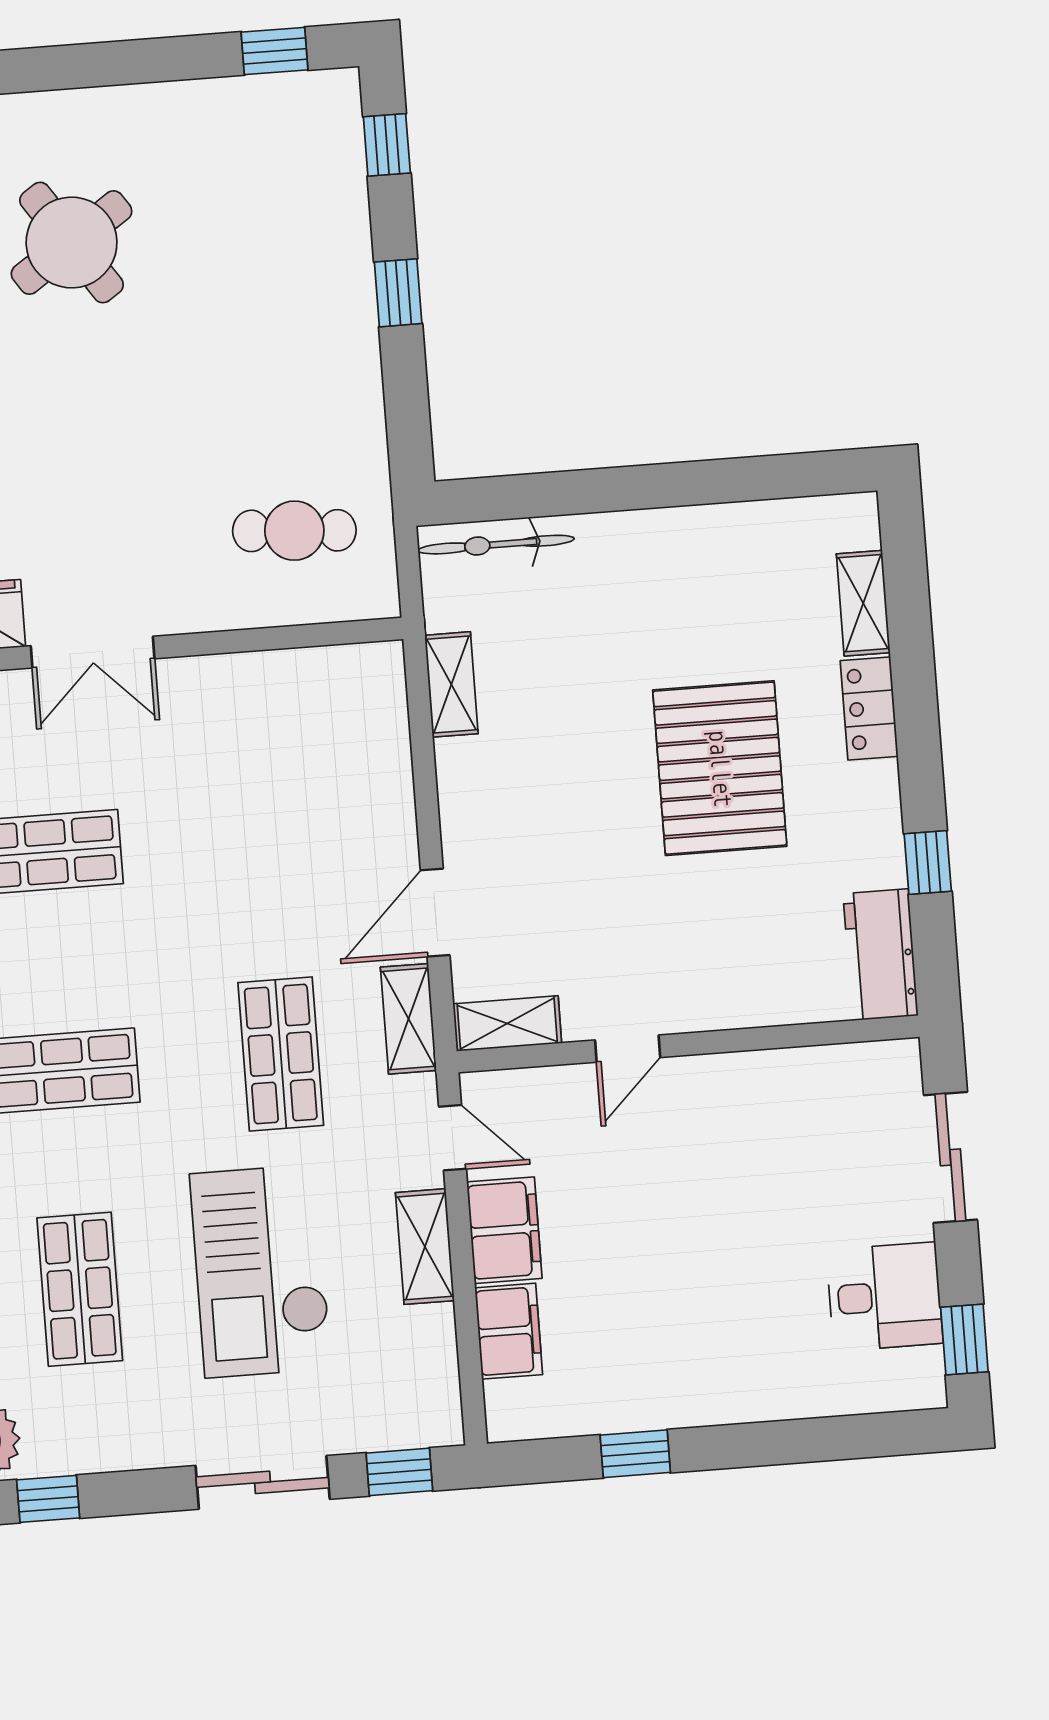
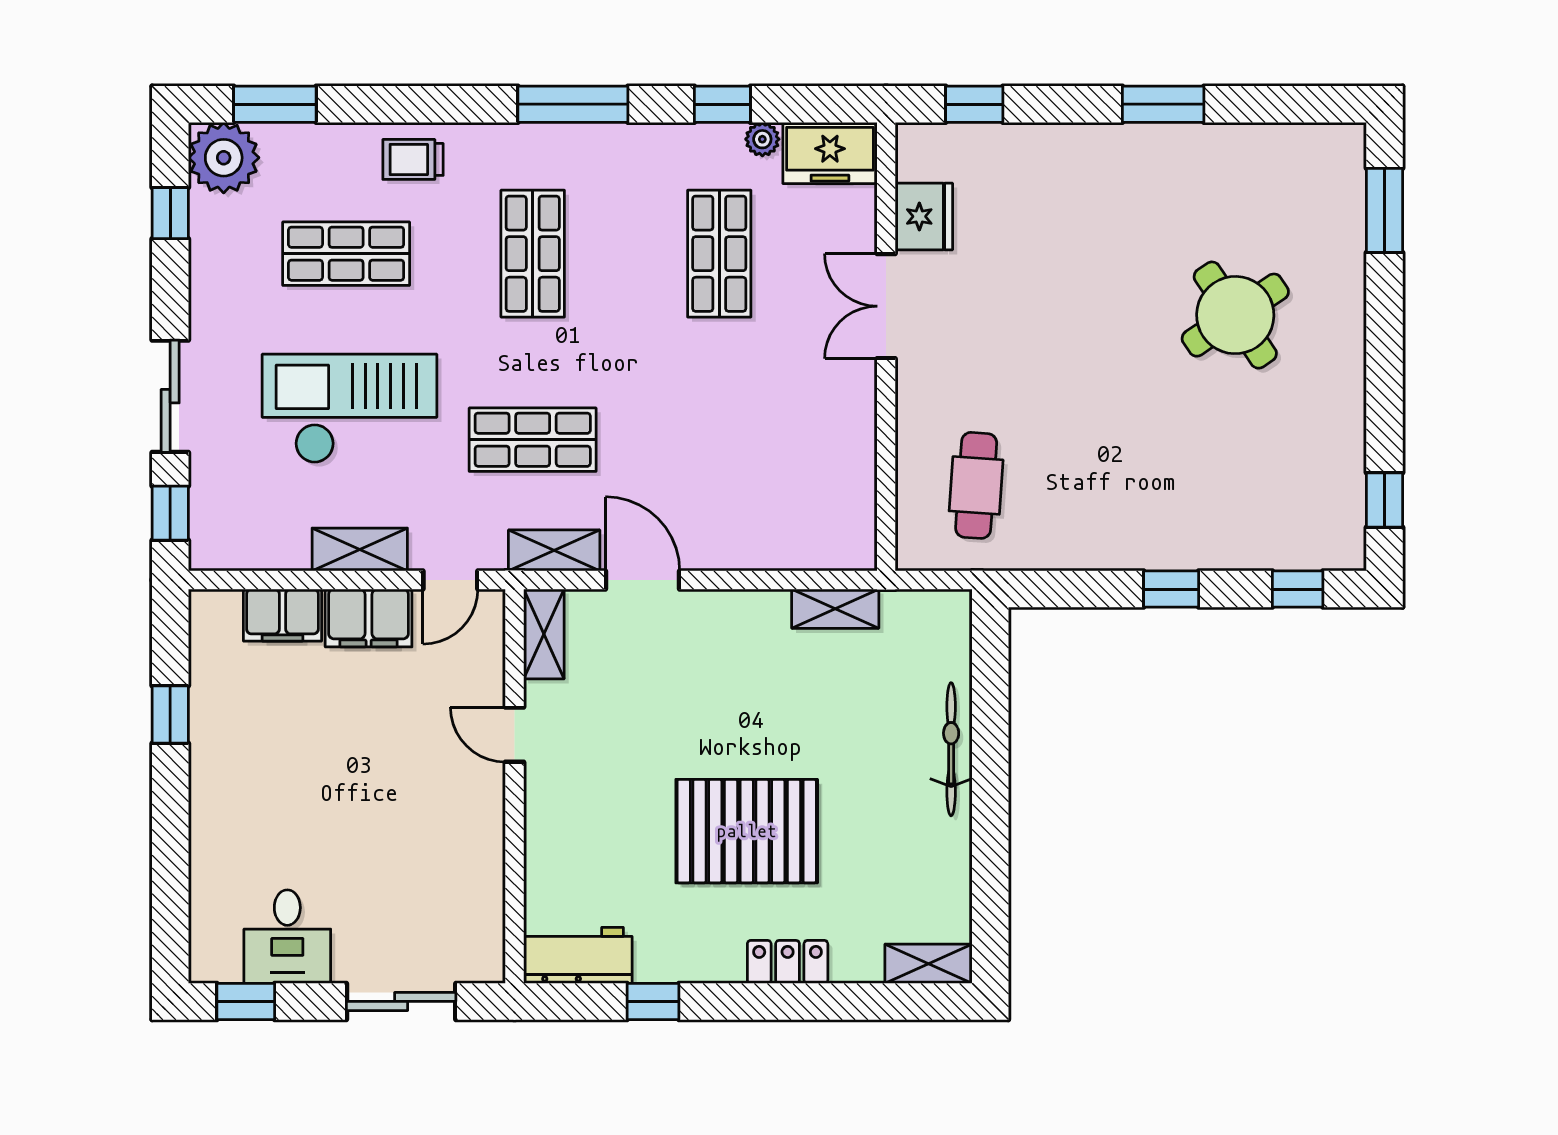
bicycle: (496, 545) -> (951, 749), moved
shelving: (863, 603) -> (929, 964), moved

